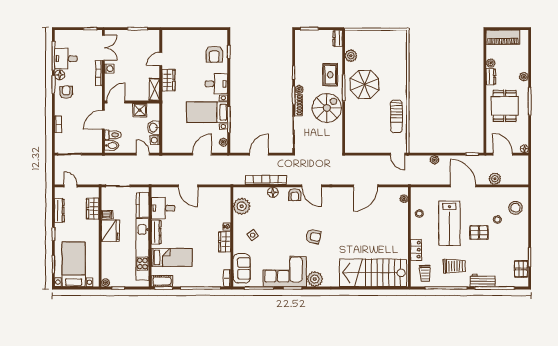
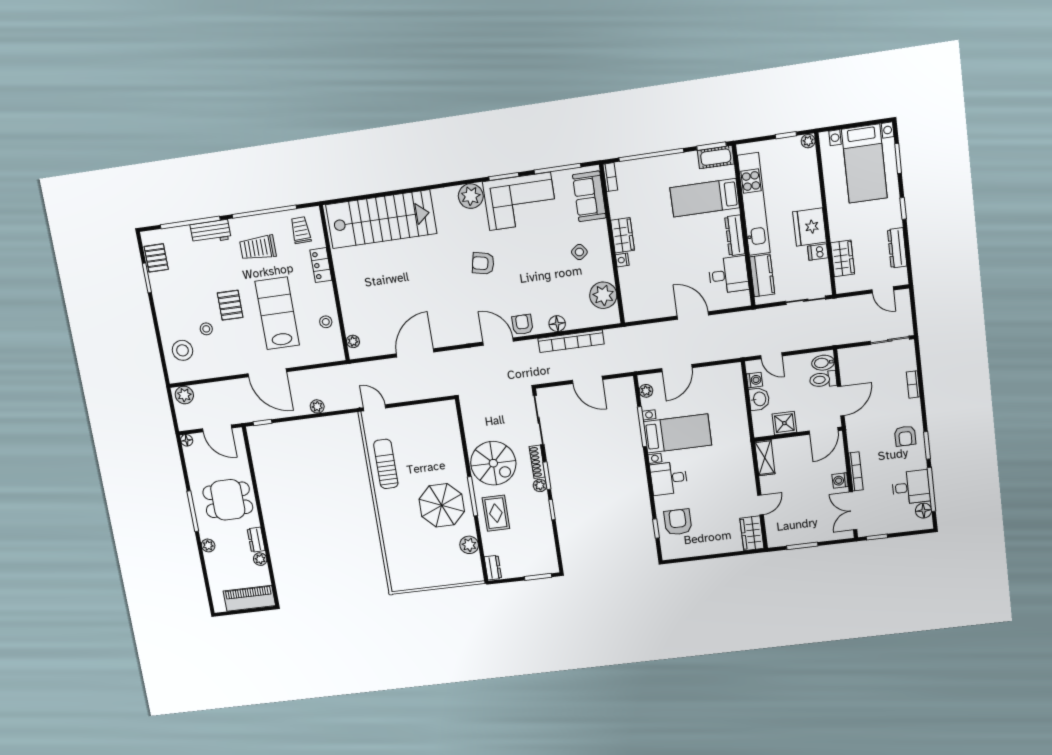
floor lamp: (60, 75) -> (923, 511), moved
wardrobe: (168, 80) -> (752, 533), moved
dining table: (505, 106) -> (228, 500), turned 90
spiral stairs: (327, 108) -> (493, 463), turned -90
door: (259, 154) -> (587, 380), hinge flipped
plant: (495, 179) -> (184, 395), moved
pallet: (479, 233) -> (230, 305), turned 90

